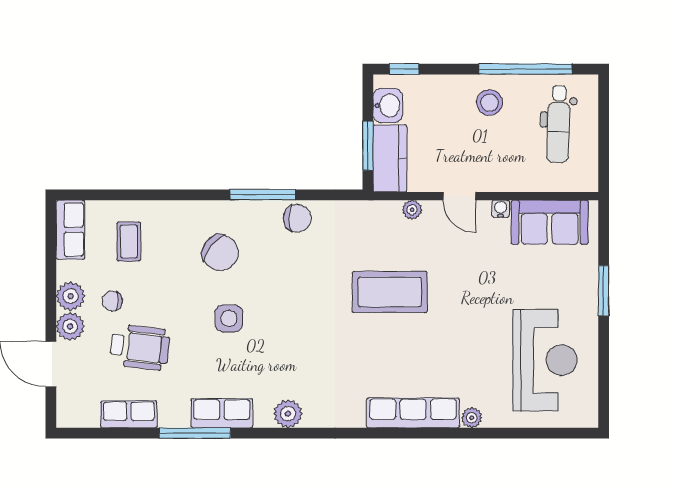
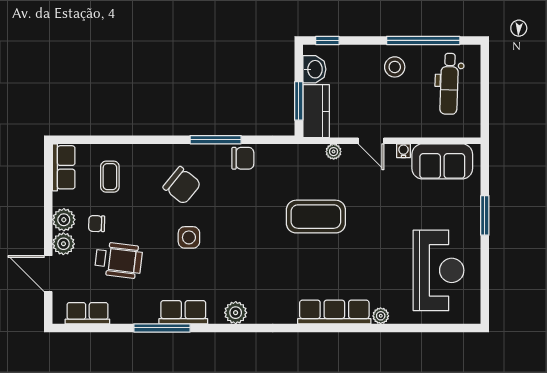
row of seats: (129, 414) -> (87, 313), moved

